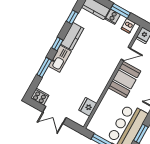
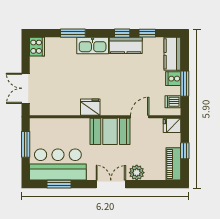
window: (57, 44) -> (122, 33), moved
door: (126, 54) -> (140, 117), swing flipped
fridge: (88, 107) -> (90, 107), moved
double door: (54, 115) -> (26, 88), moved

